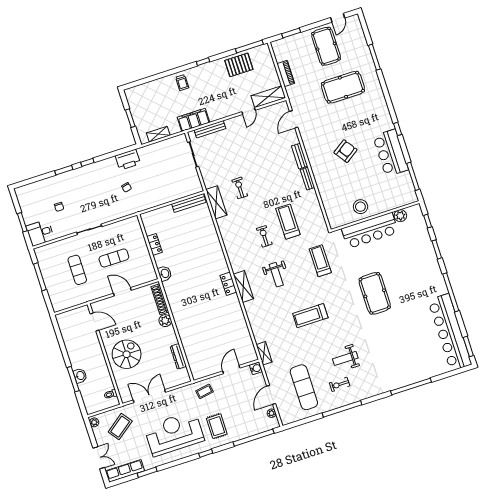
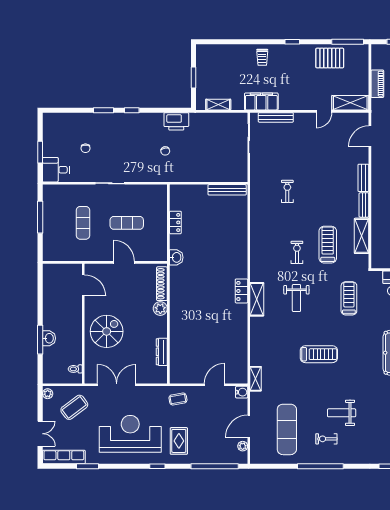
shelving: (216, 202) -> (362, 236), moved
treadmill: (310, 316) -> (319, 354), turned 180

